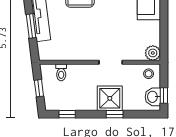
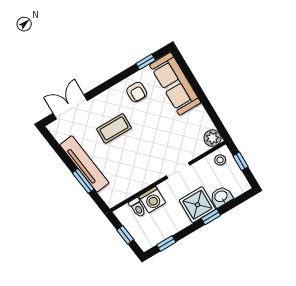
washing machine: (77, 73) -> (152, 200), added
window: (164, 96) -> (240, 161), moved
washbasin: (153, 97) -> (221, 197), moved, turned 90

